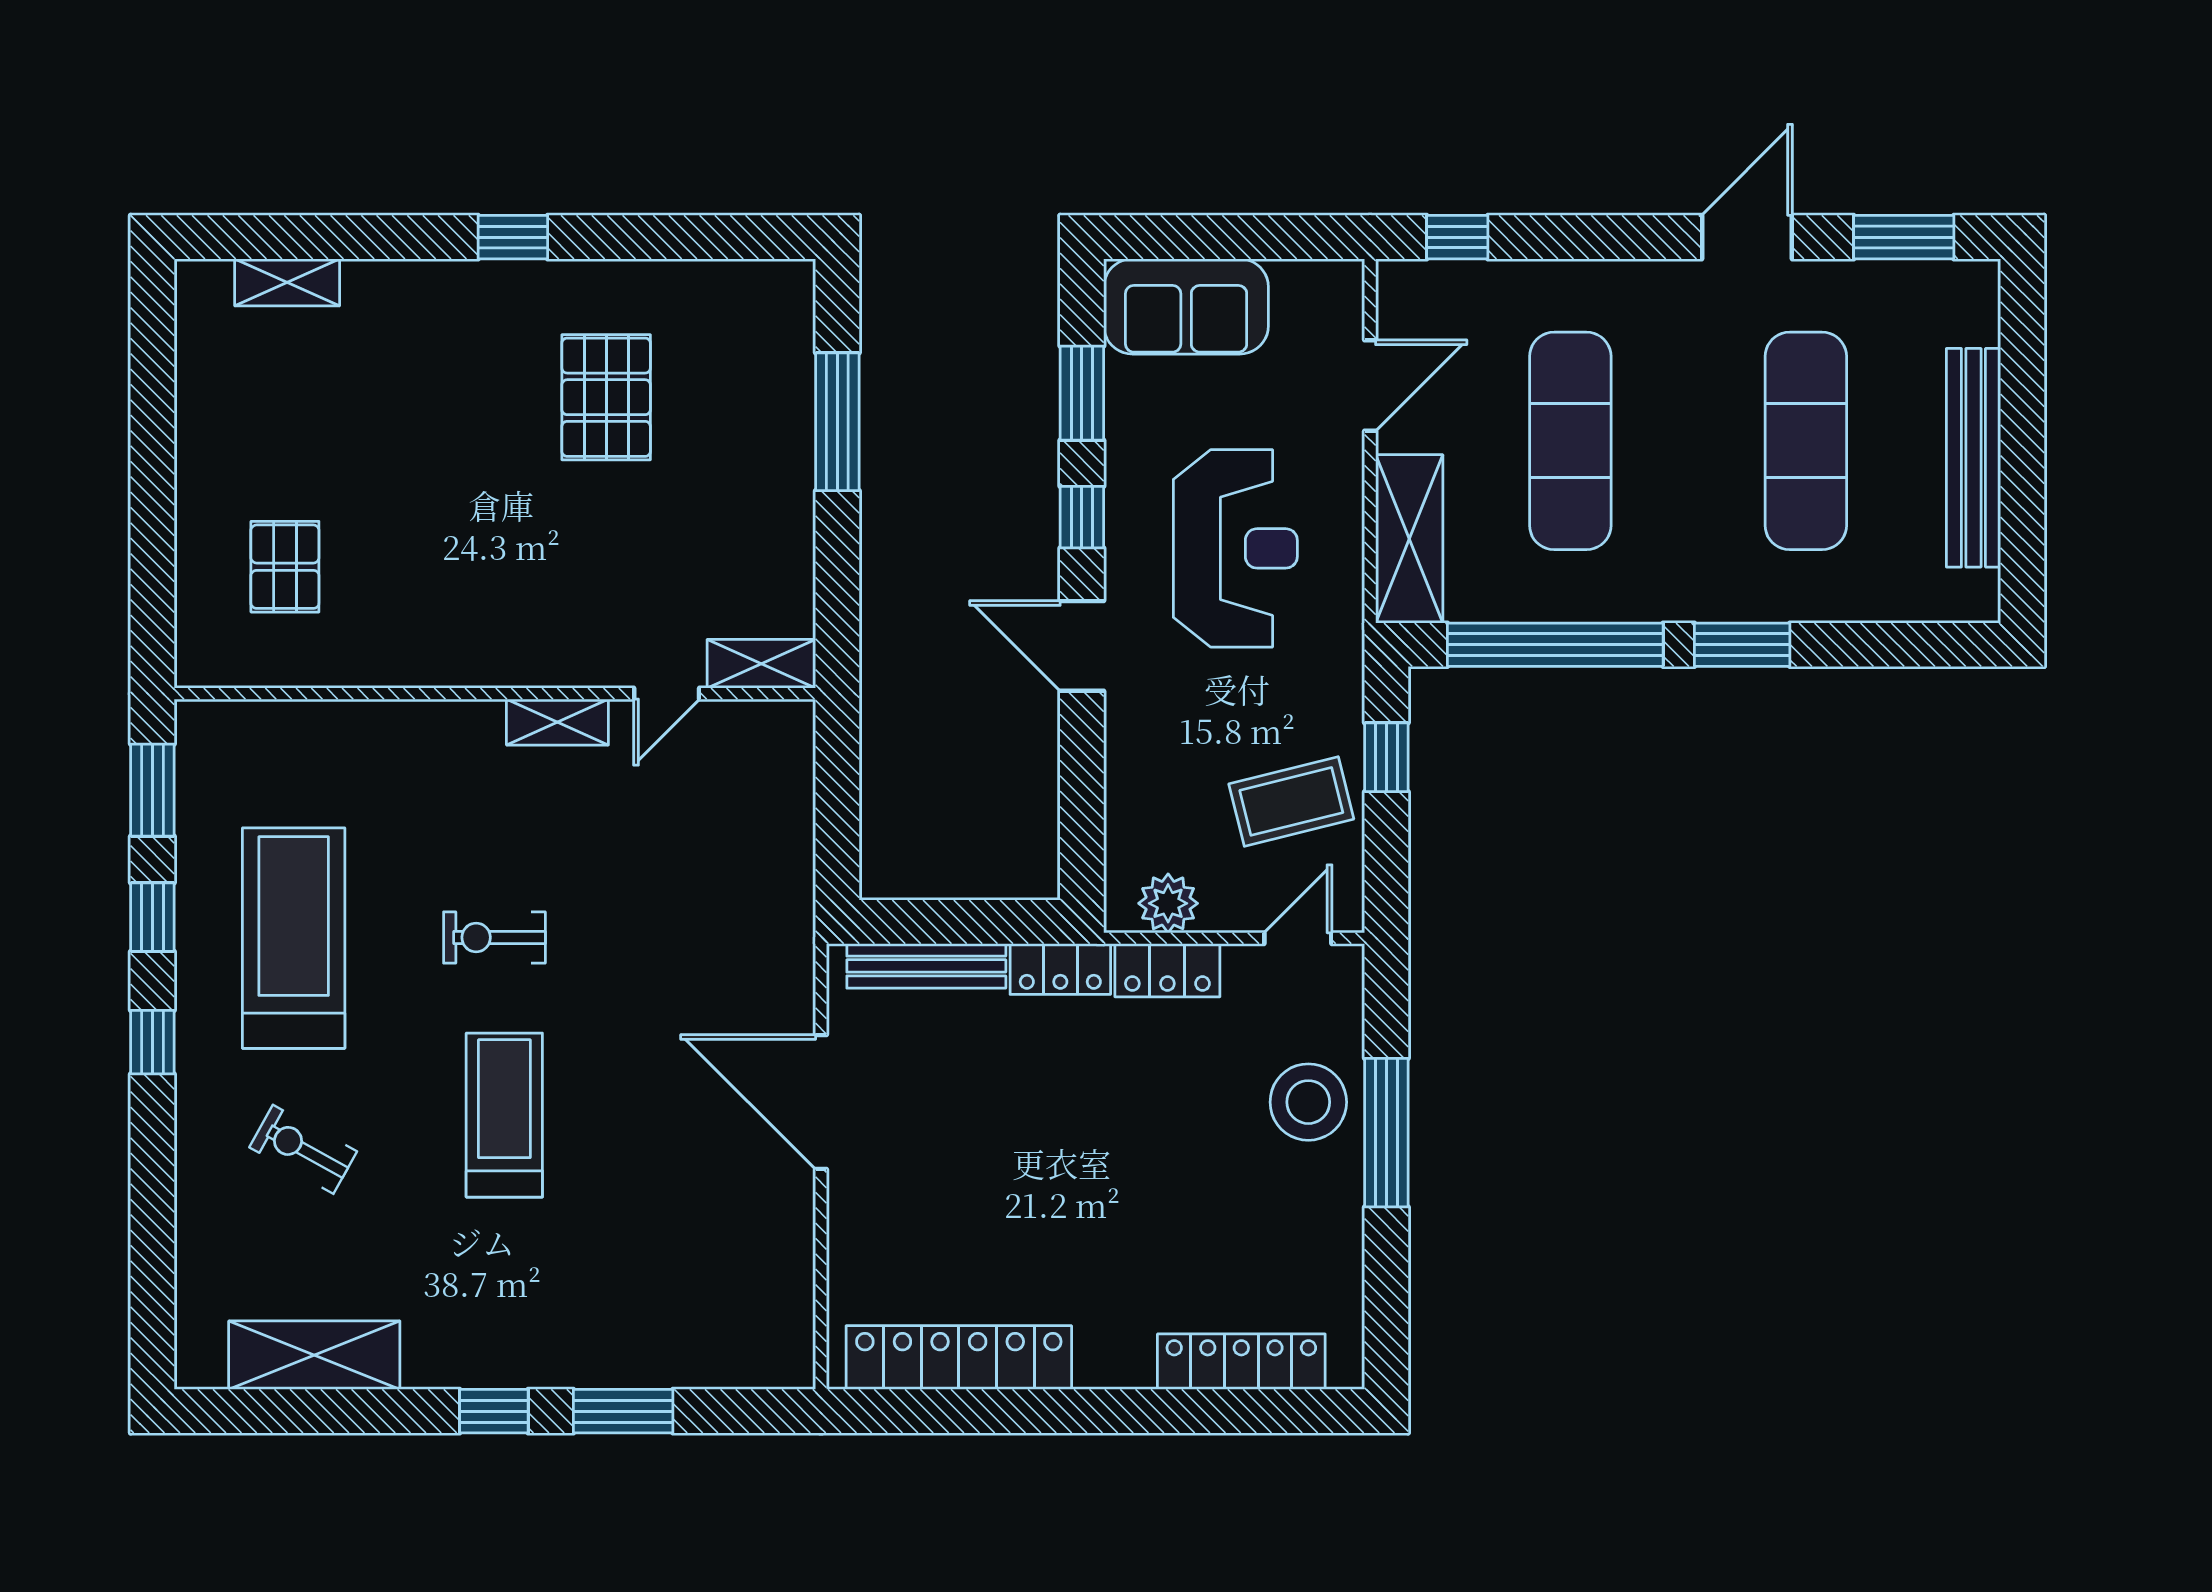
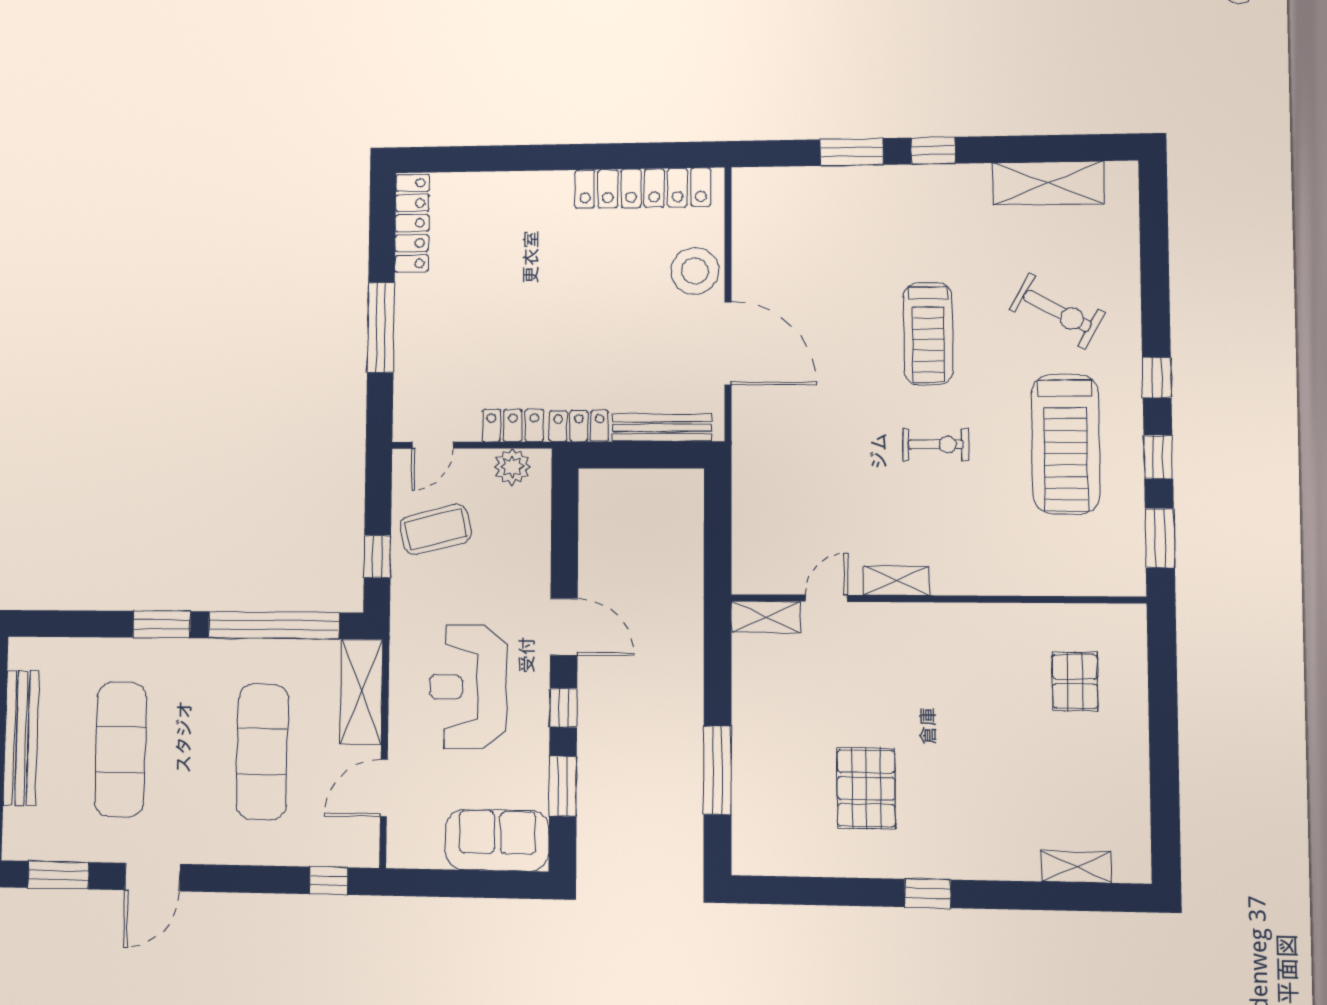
stool: (1308, 1102) -> (695, 271), moved
exercise bike: (303, 1149) -> (1057, 311), width x1.38, depth x1.39
locker: (1241, 1362) -> (412, 223), moved, turned -90

